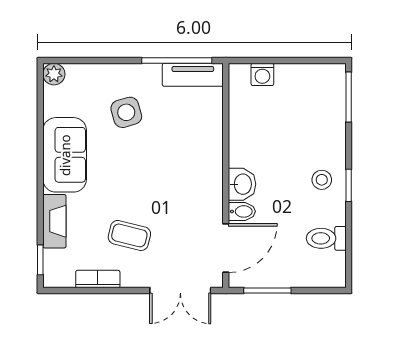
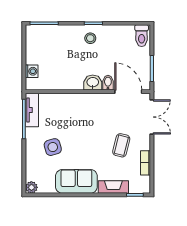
toilet: (326, 238) -> (142, 36), moved

